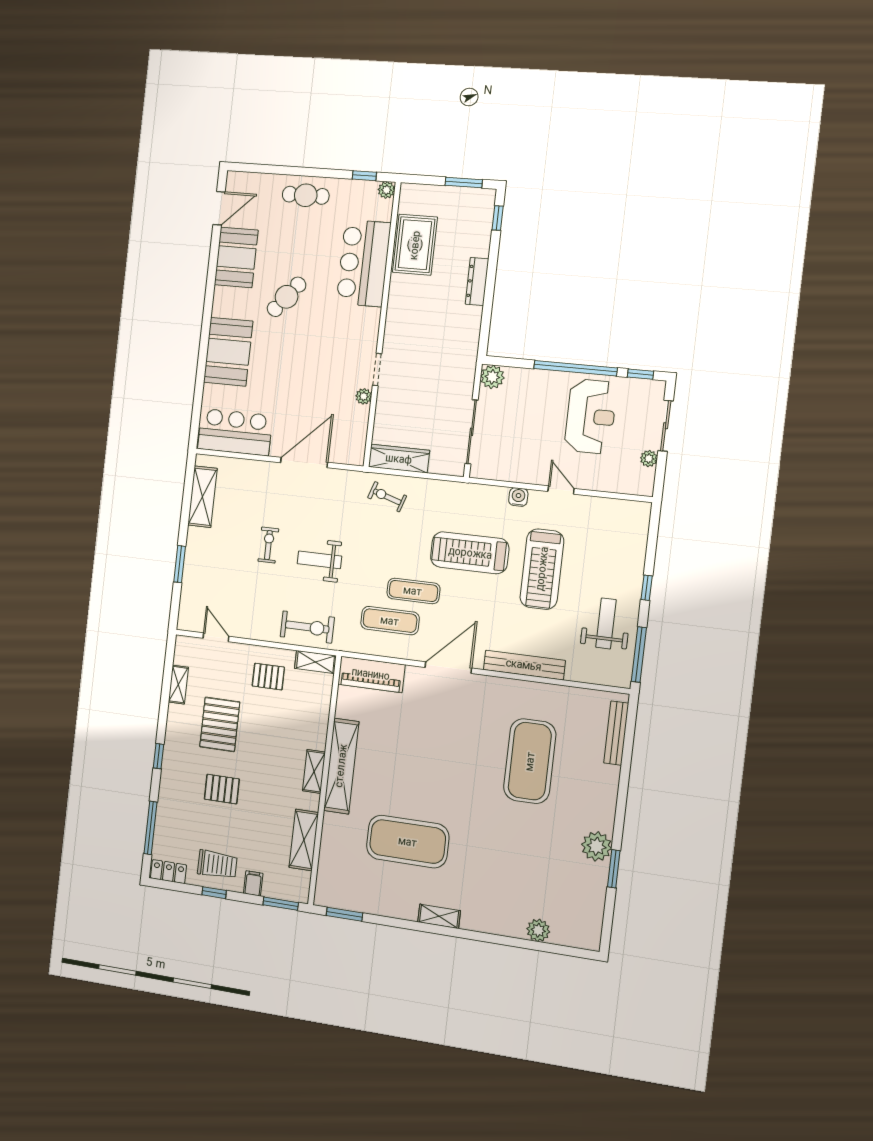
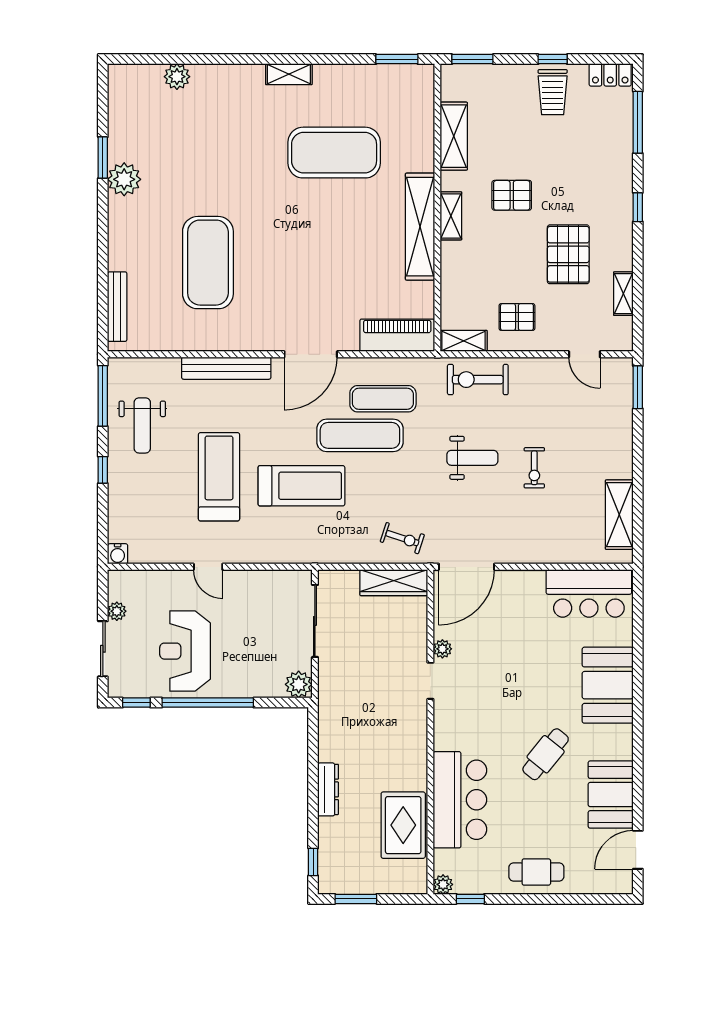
door: (304, 463) -> (467, 567), moved
water cooler: (518, 497) -> (118, 554), moved
window: (180, 564) -> (638, 387), moved
exercise mat: (413, 591) -> (360, 435), width x1.36, depth x1.45
pallet: (222, 789) -> (512, 195), moved
trolley: (217, 865) -> (553, 92), turned -90
filing cabinet: (253, 883) -> (507, 77), removed

